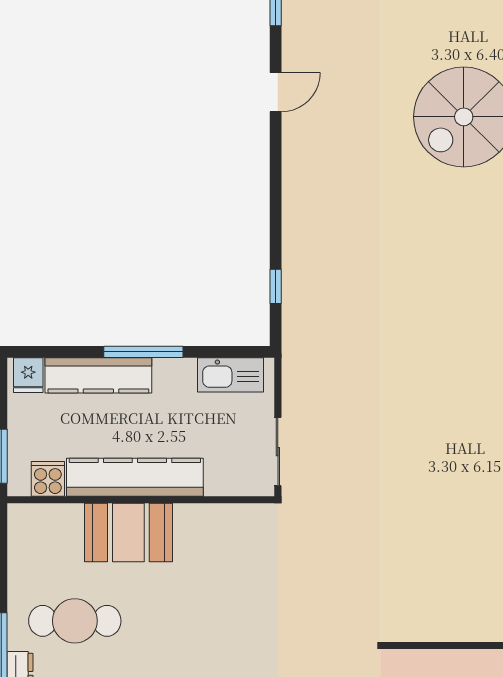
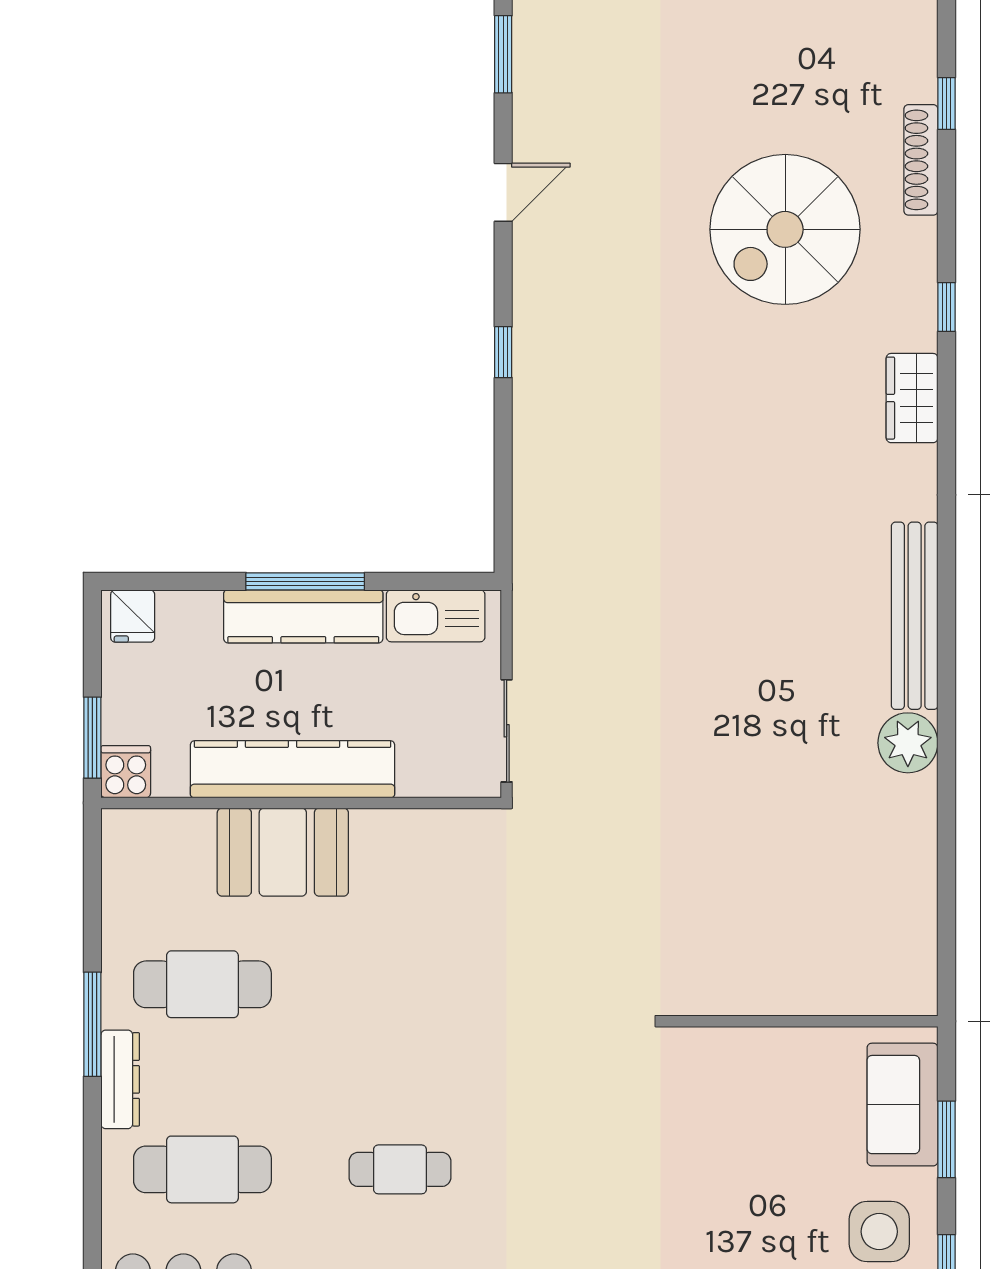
window: (276, 286) -> (503, 352), moved
kitchen counter: (98, 375) -> (303, 616), moved
cooker: (48, 479) -> (126, 772), moved

